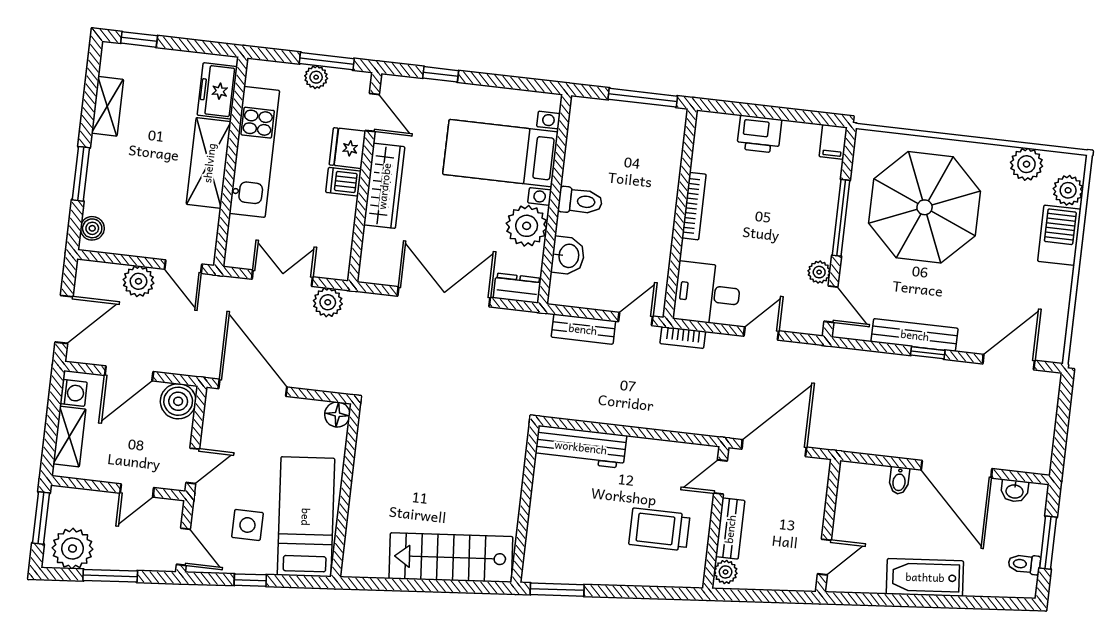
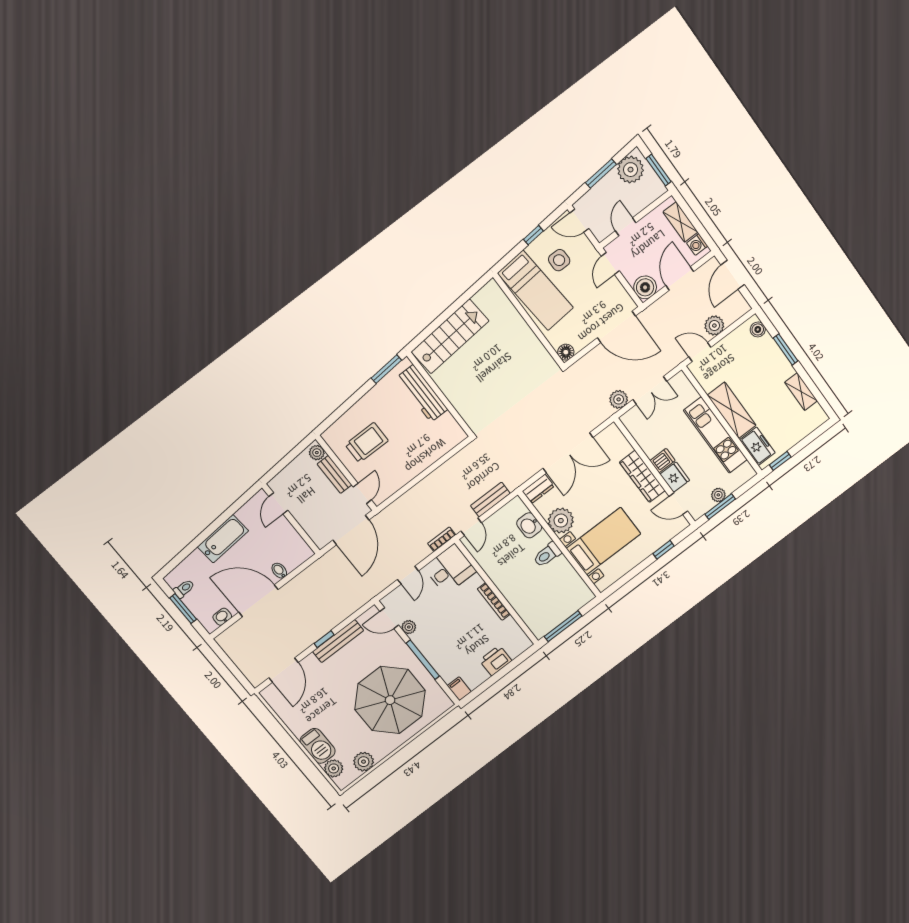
window: (139, 39) -> (780, 461), moved
workbench: (581, 447) -> (422, 393), moved, turned -90

